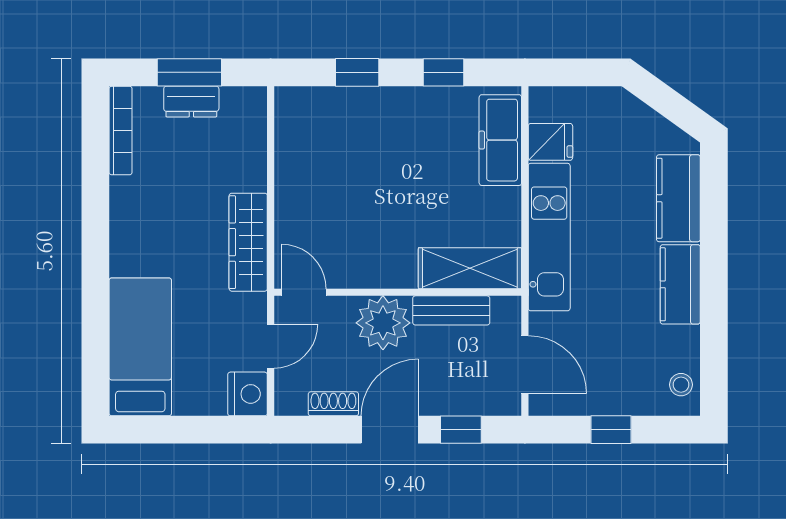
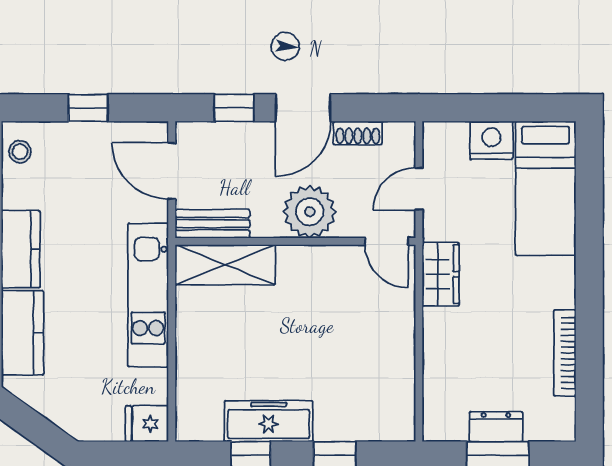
bookcase: (121, 131) -> (565, 353), moved
freezer: (500, 140) -> (269, 421), moved, turned -90
fridge: (550, 142) -> (147, 424), moved
wardrobe: (248, 242) -> (441, 274), width x0.67
bench: (451, 310) -> (212, 224), moved
nightstand: (247, 394) -> (491, 140), moved, turned 90

